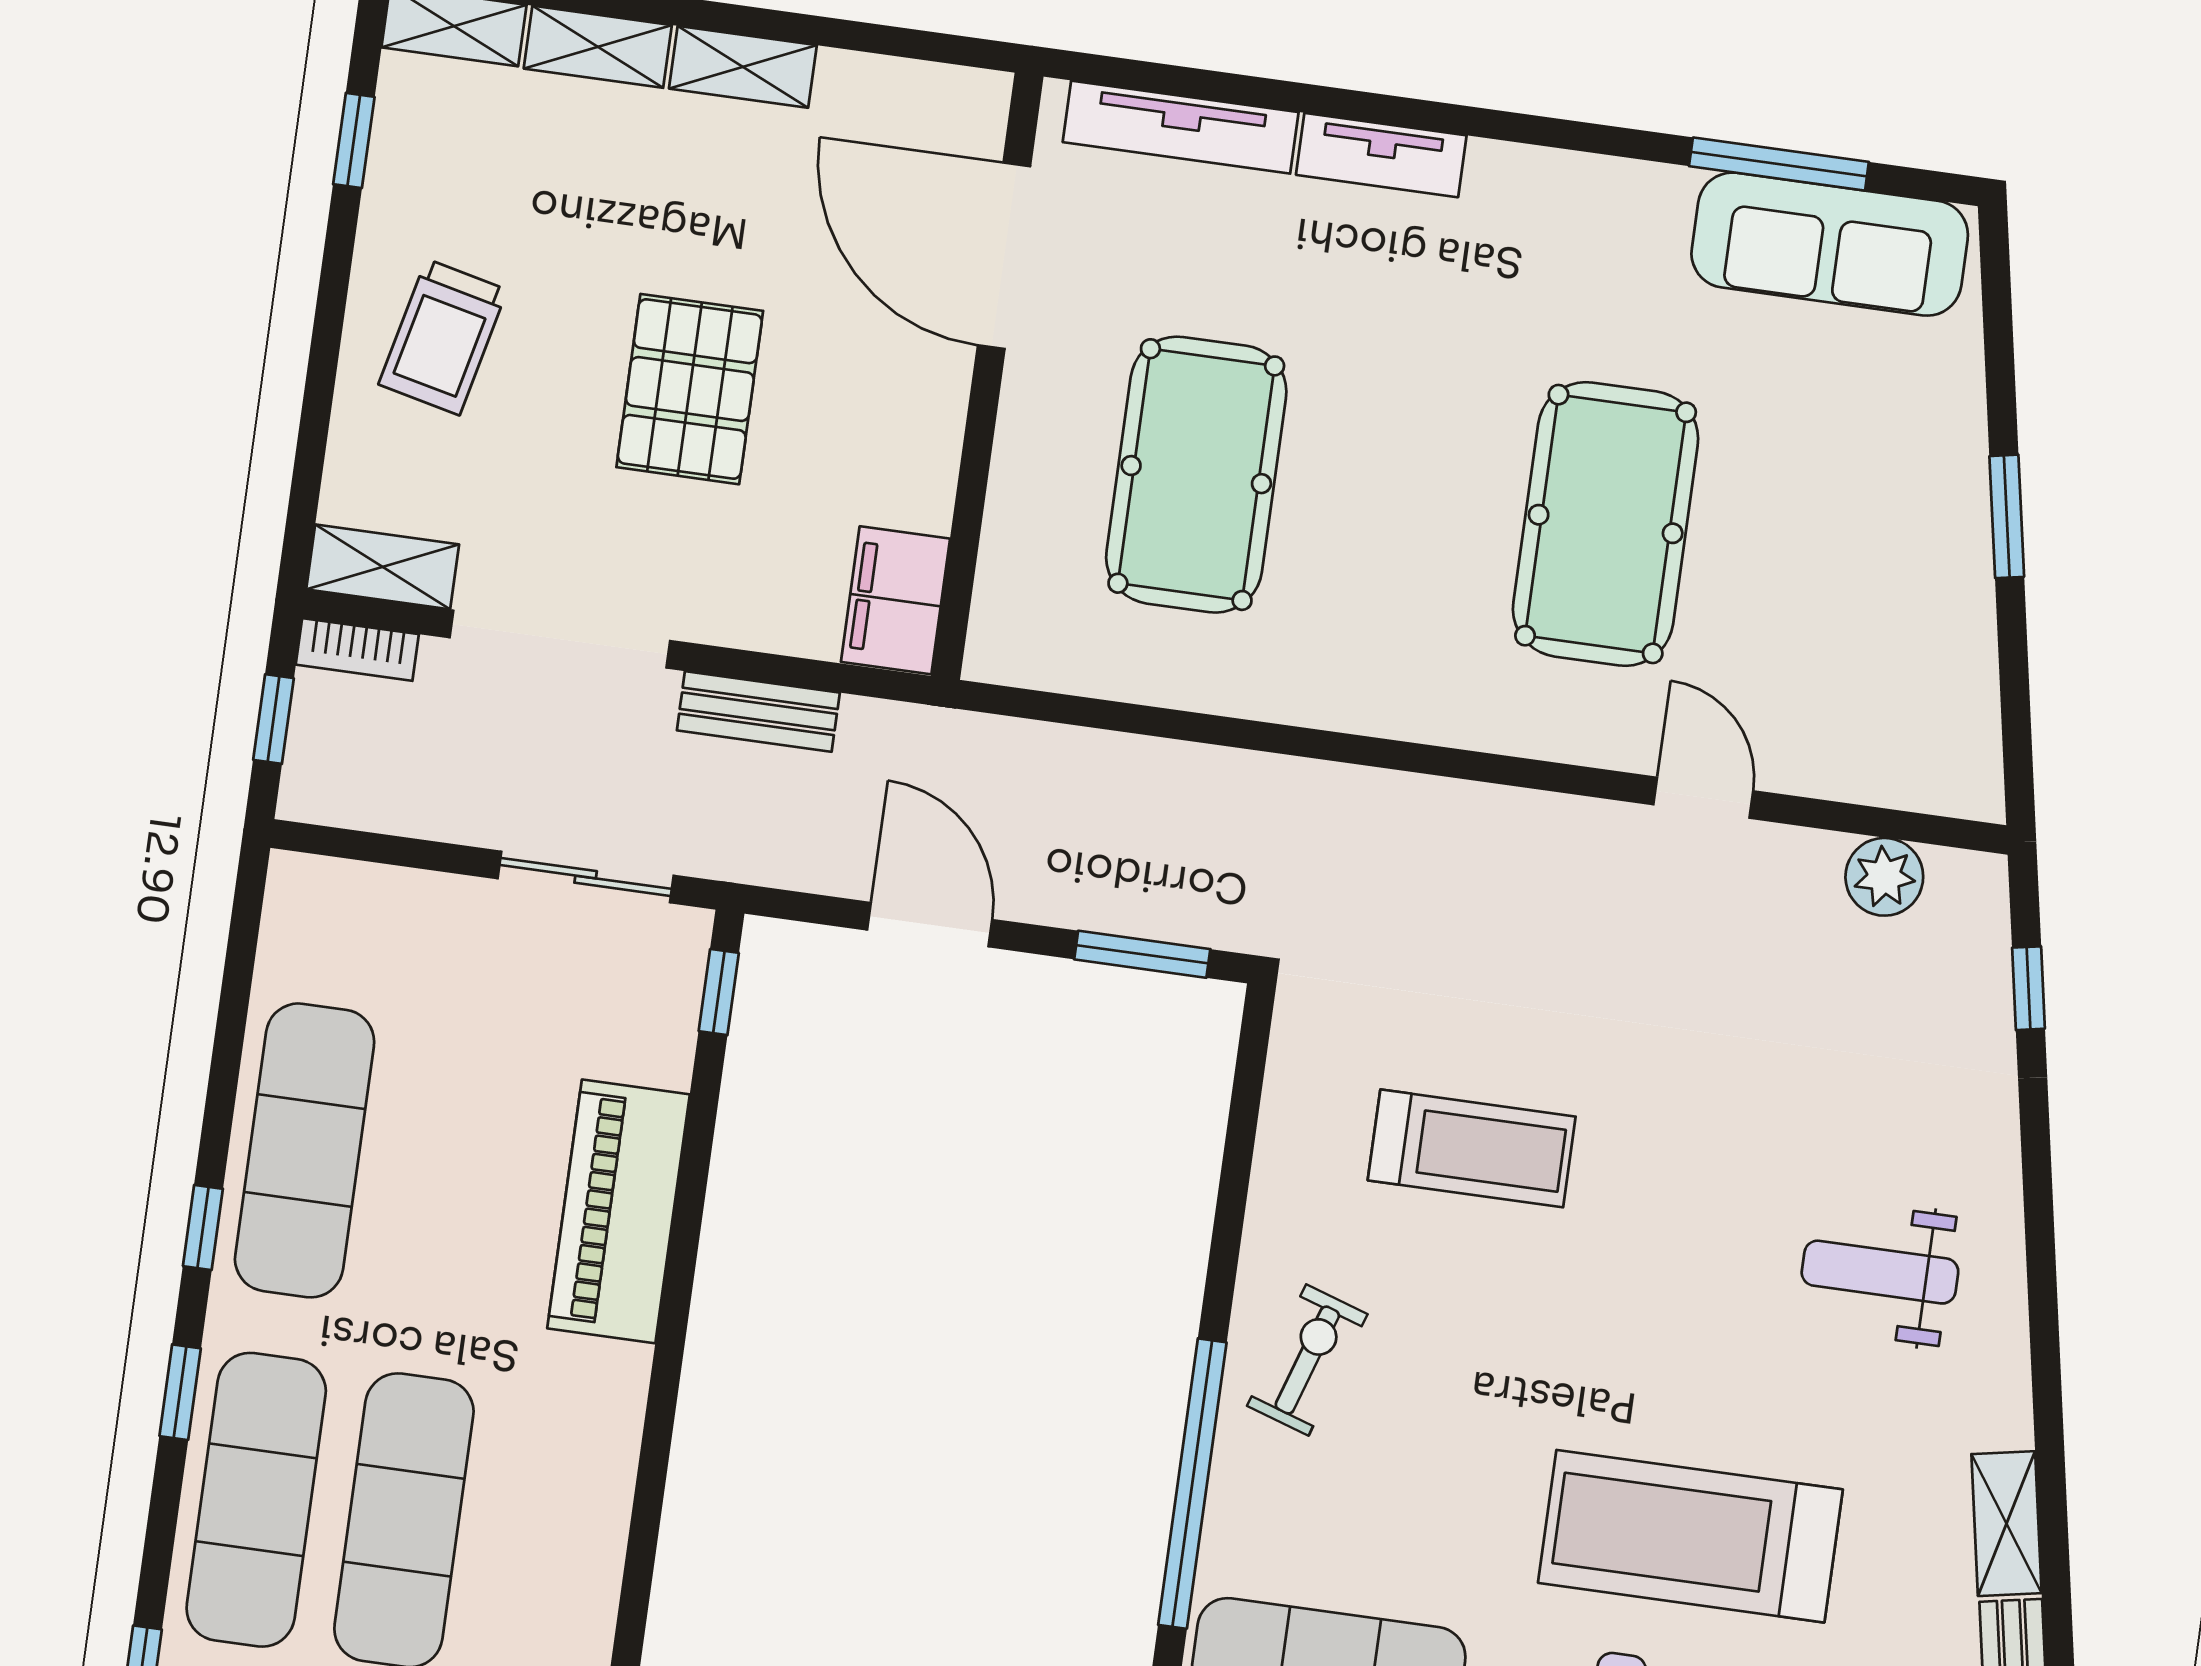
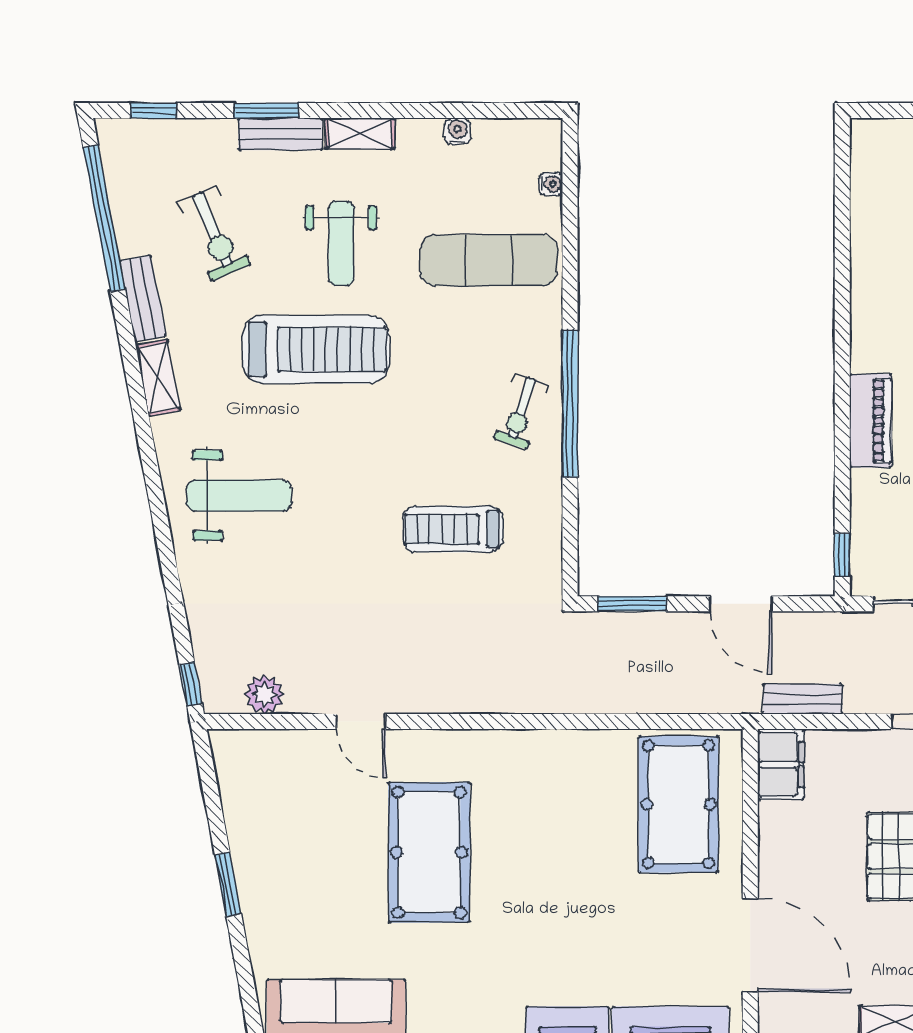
pool table: (1196, 475) -> (678, 804), moved
bench: (758, 711) -> (803, 699), moved
window: (2028, 988) -> (191, 684), moved
piano: (619, 1211) -> (871, 421), width x0.73, depth x0.75
weight bench: (1880, 1272) -> (239, 495), width x1.36, depth x1.33
window: (1192, 1484) -> (570, 404), moved

